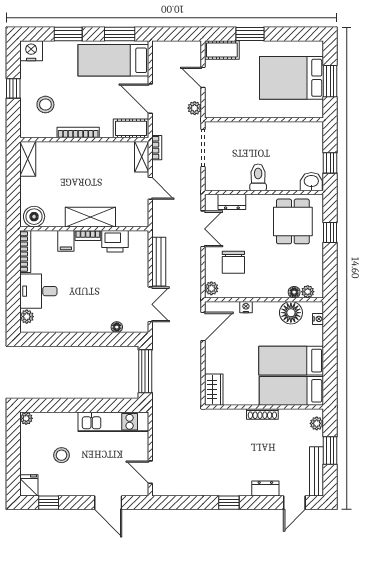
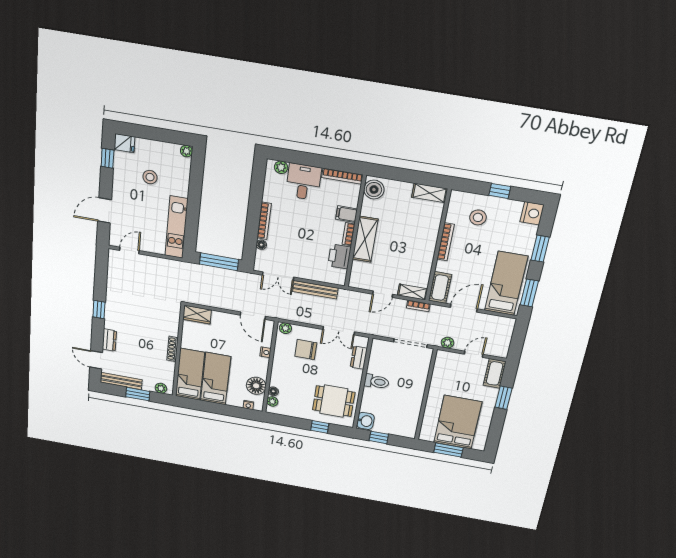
bookcase: (89, 327) -> (264, 221), added

